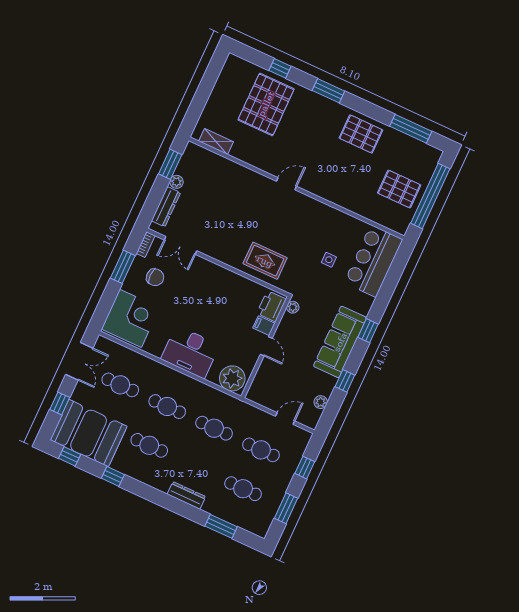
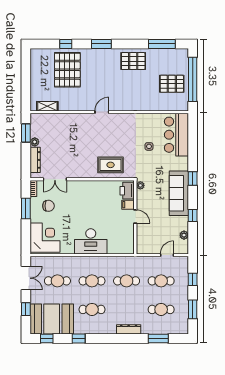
plant: (232, 378) -> (124, 246), removed

